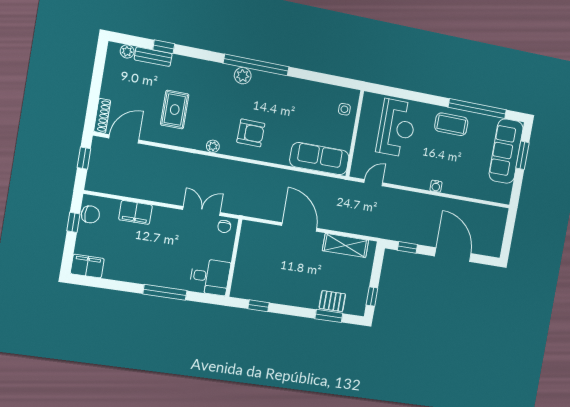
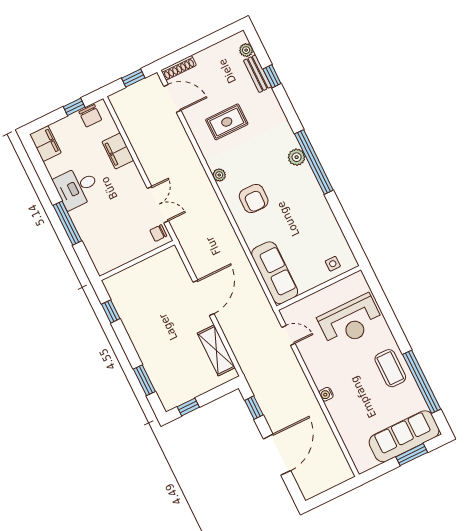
desk: (210, 277) -> (77, 187), moved, turned 90
pallet: (332, 301) -> (159, 374), removed

